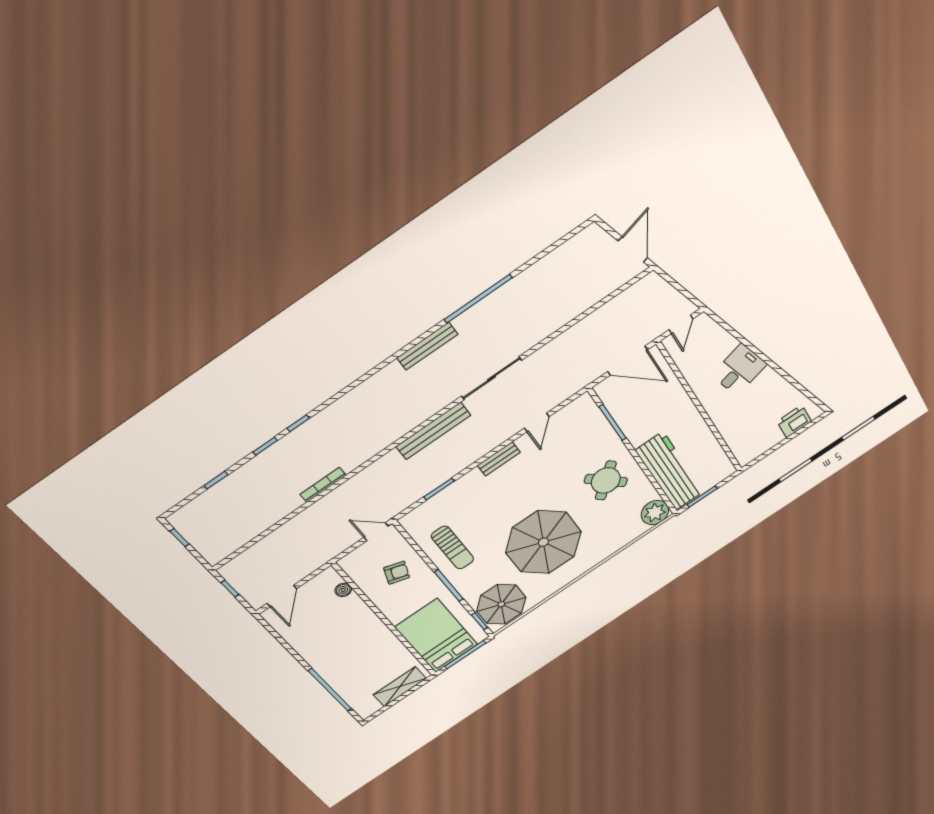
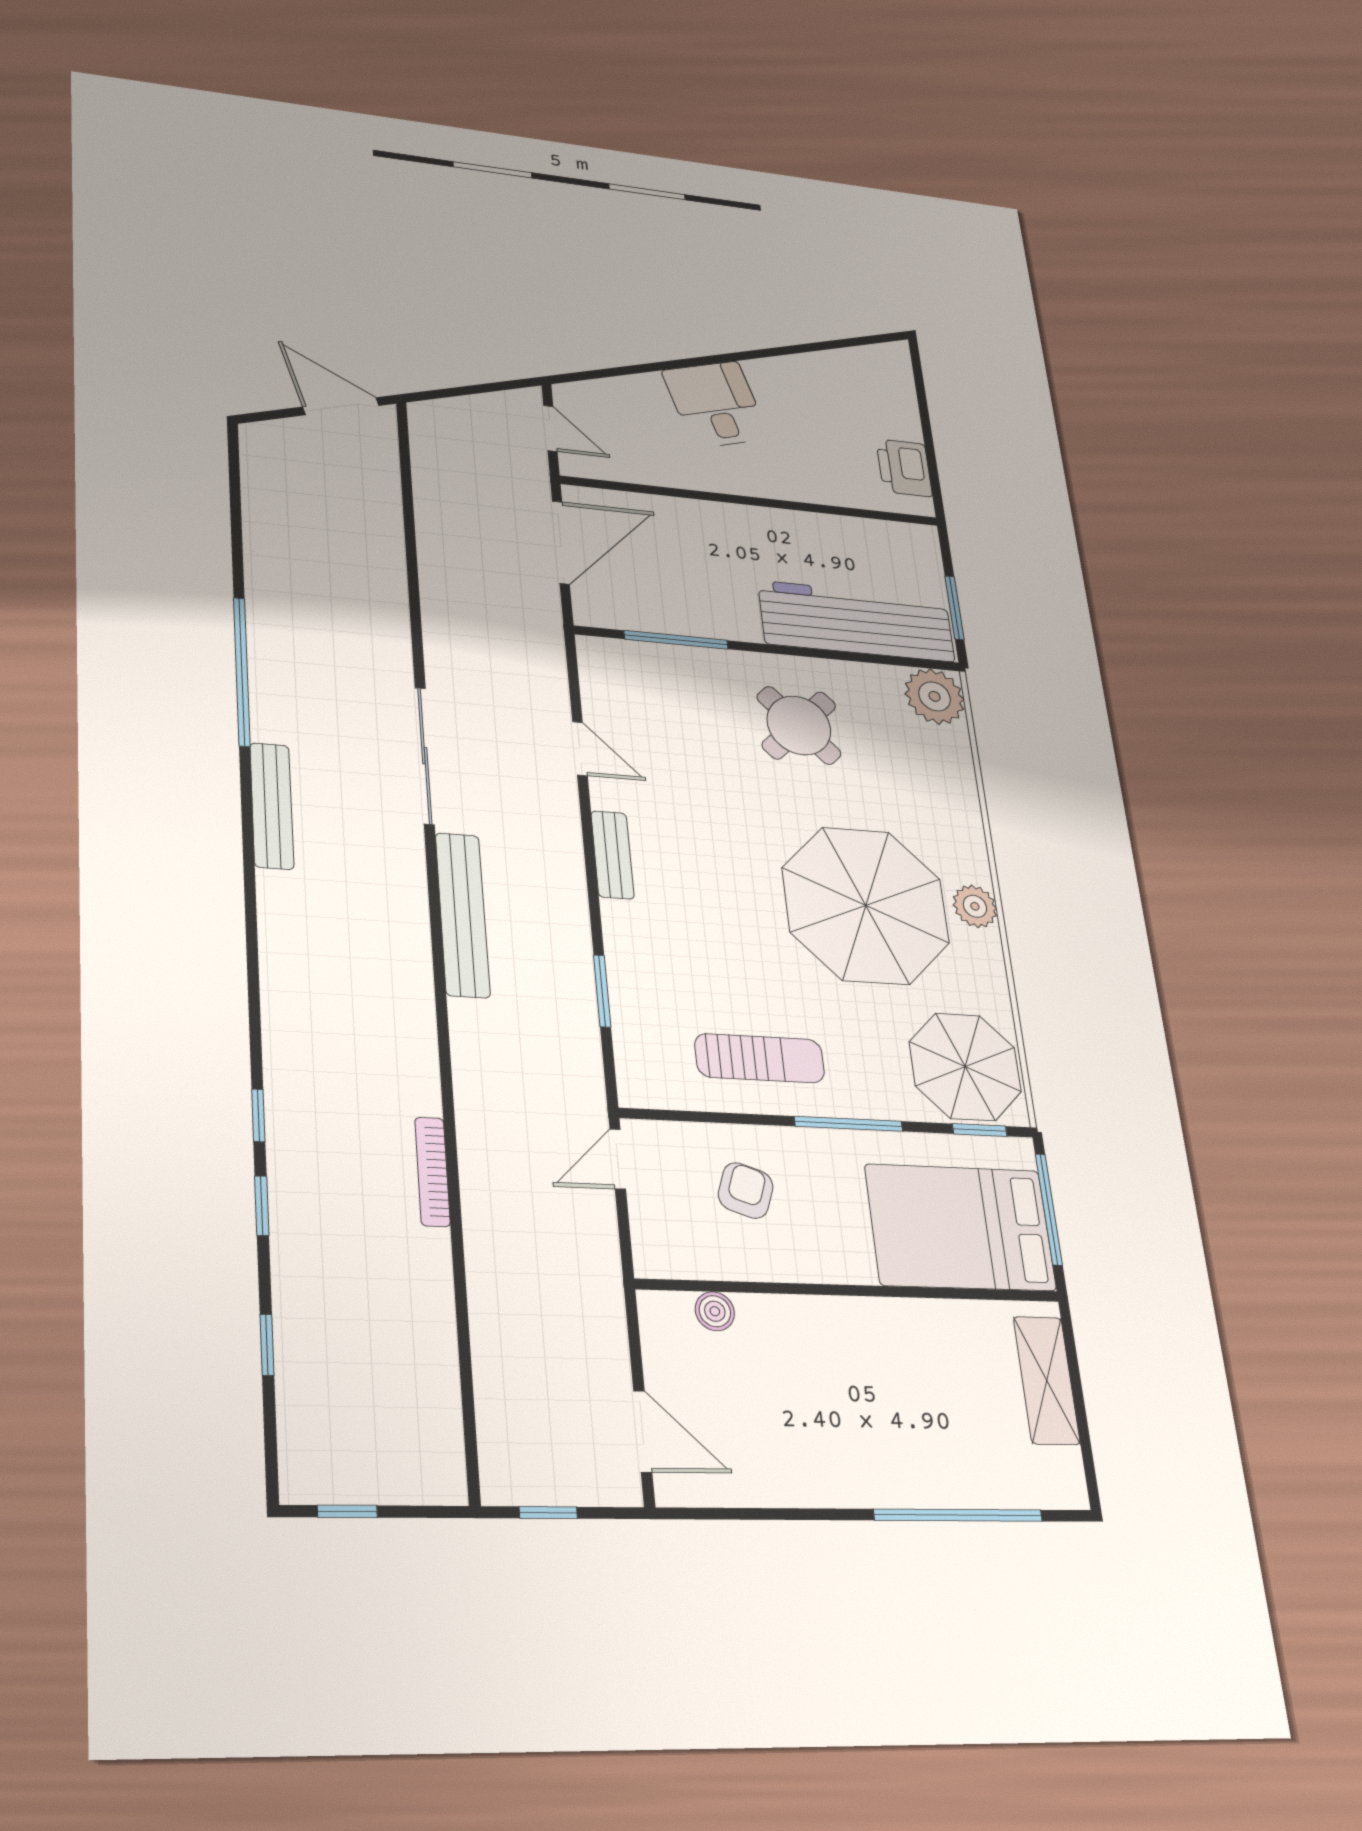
printer: (794, 421) -> (904, 468), moved
plant: (571, 572) -> (975, 906), added

